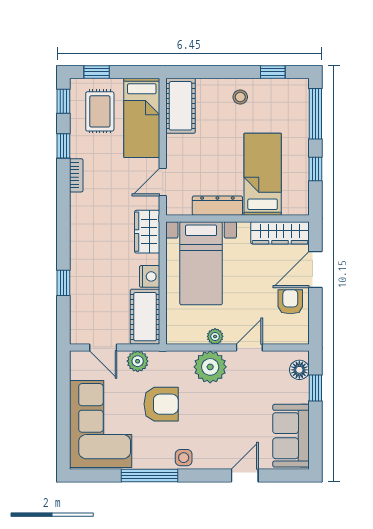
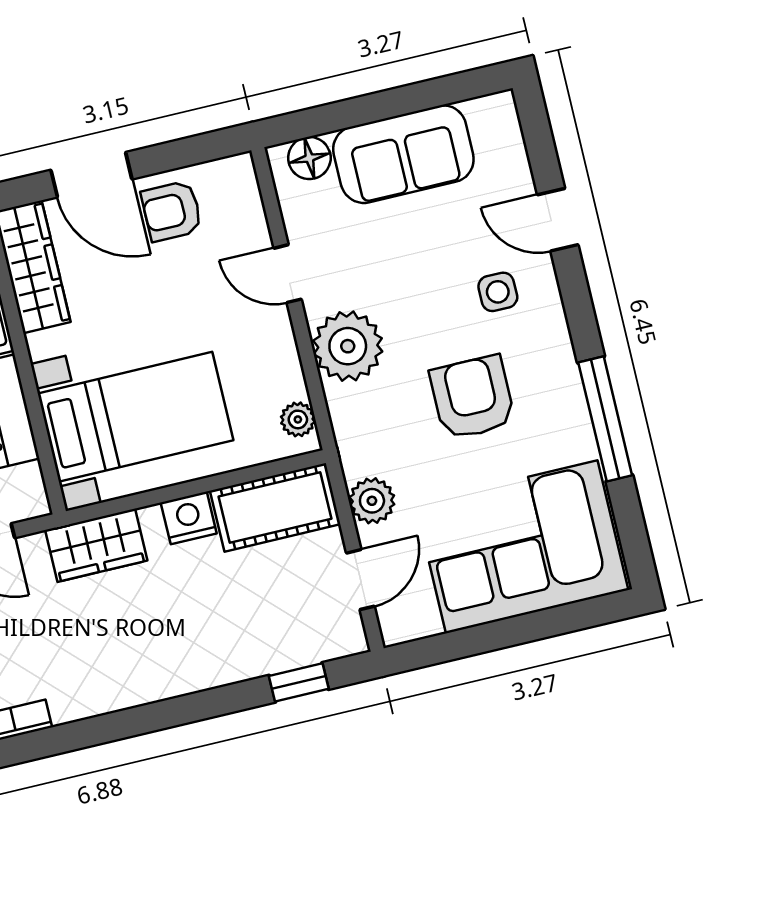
window: (63, 283) -> (299, 682), moved
plant: (215, 336) -> (298, 419), moved
window: (315, 388) -> (339, 116), removed
armchair: (161, 404) -> (472, 397), moved
sofa: (291, 436) -> (403, 154), moved
side table: (184, 458) -> (498, 292), moved

